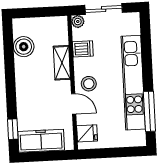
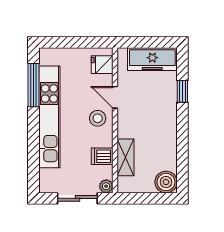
boiler: (24, 47) -> (166, 182), moved
shelving: (62, 63) -> (126, 157), moved
window: (13, 129) -> (182, 91), moved

